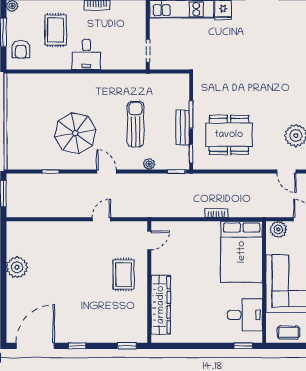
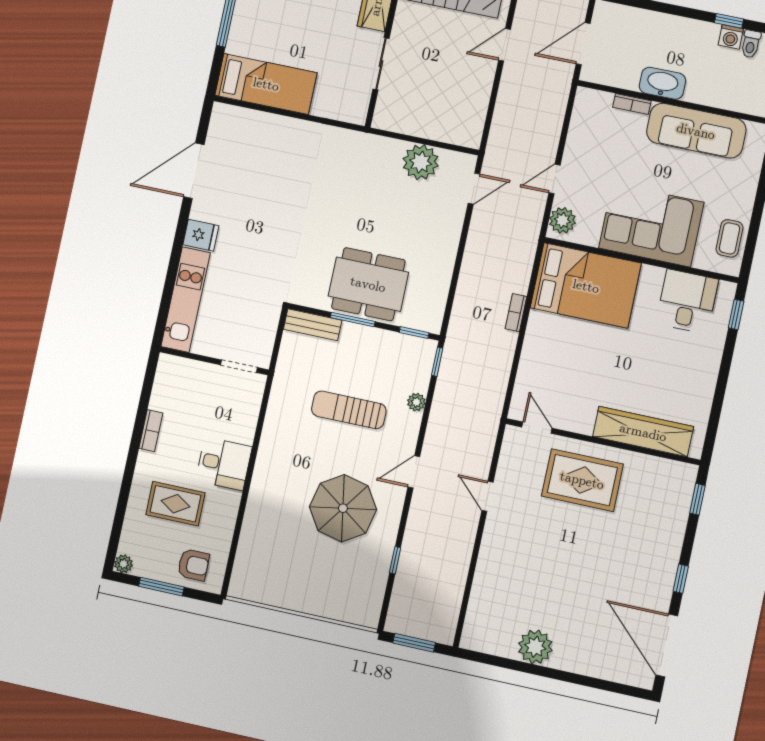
bench: (183, 127) -> (313, 325), moved
dining table: (229, 135) -> (368, 284), moved, turned 90
rug: (124, 274) -> (582, 480), width x1.36, depth x1.43

